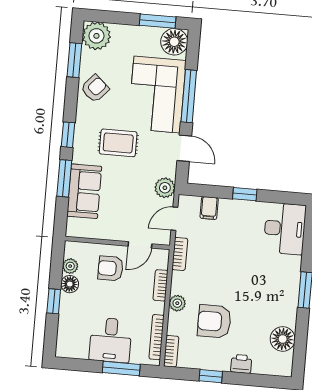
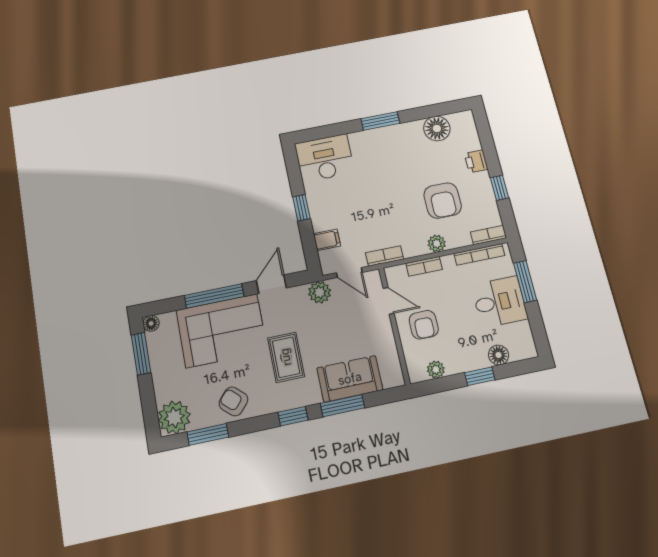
floor lamp: (174, 42) -> (151, 323), width x0.53, depth x0.53
floor lamp: (70, 284) -> (499, 355), moved

